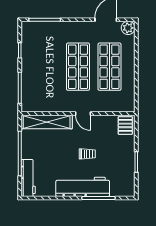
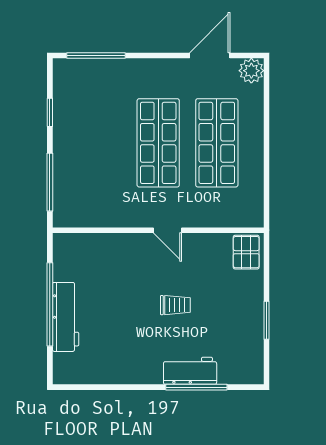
shelving: (47, 122) -> (100, 246), removed
workbench: (28, 178) -> (66, 317), moved
workbench: (83, 187) -> (190, 371), width x0.53, depth x0.76

